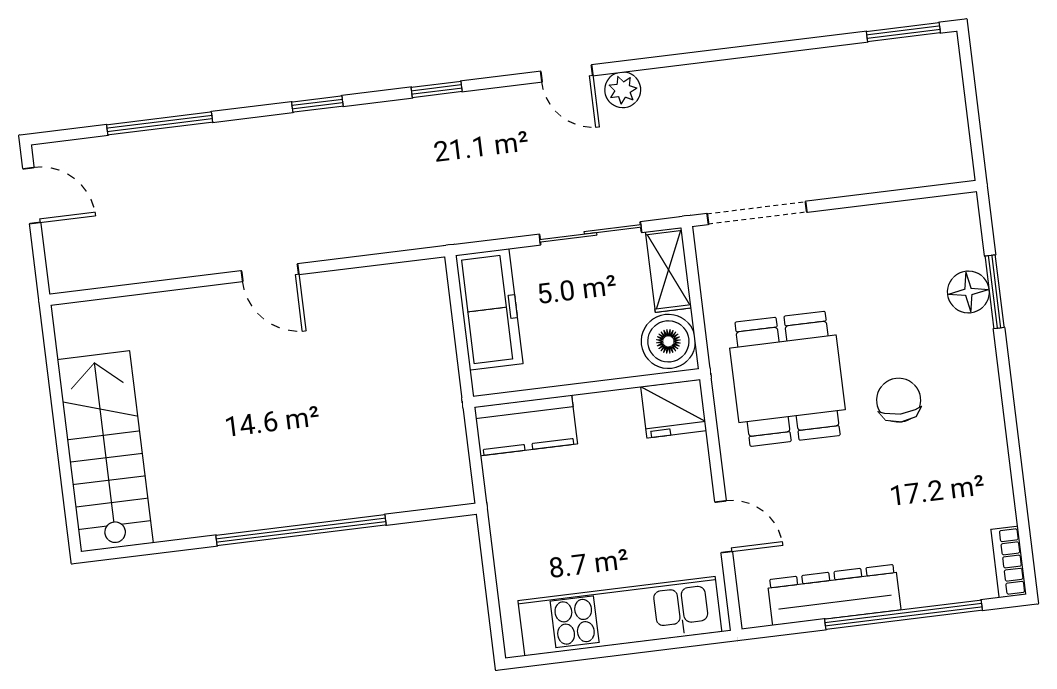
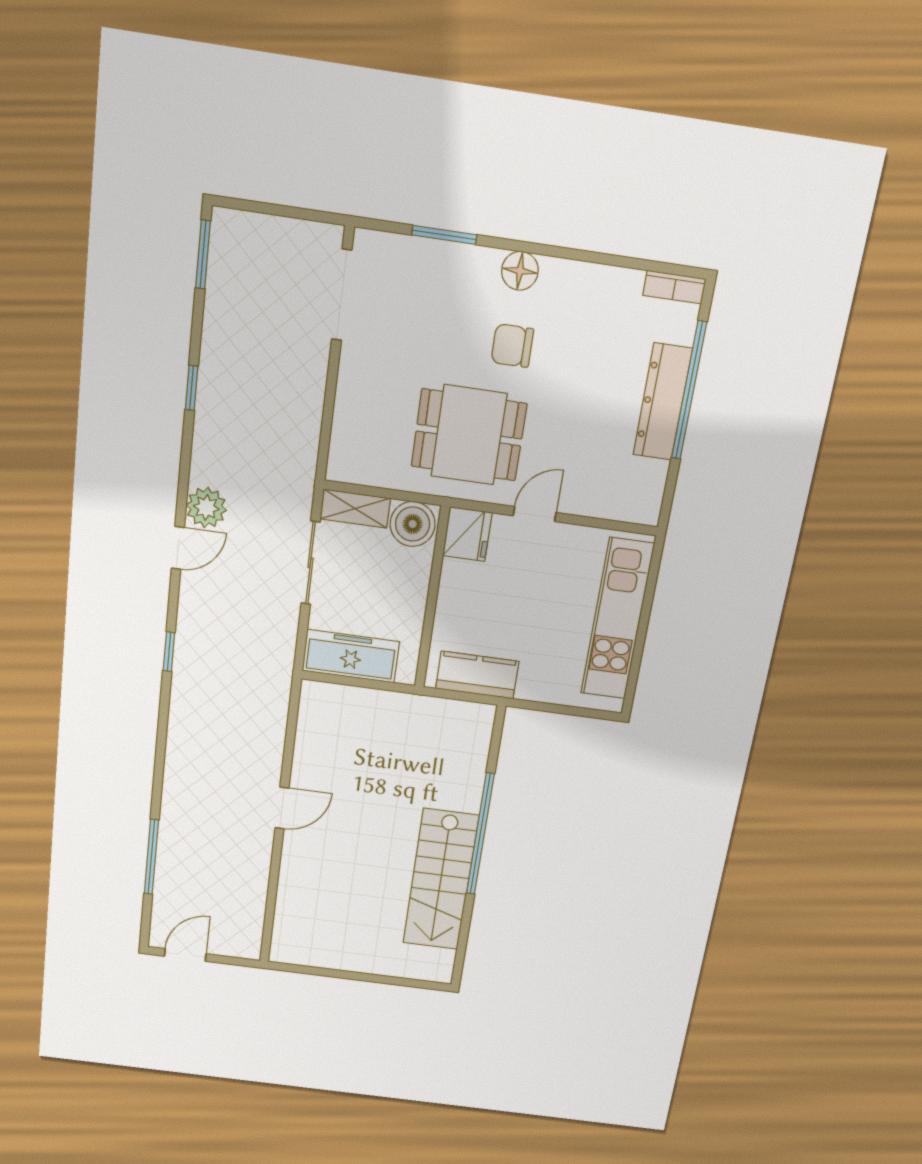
plant: (623, 90) -> (206, 508), width x1.38, depth x1.38
window: (317, 104) -> (192, 388), moved
doorway: (757, 213) -> (342, 295), moved
floor lamp: (968, 292) -> (520, 271), moved
kitchen counter: (526, 425) -> (477, 675), moved, turned -90
stairs: (105, 451) -> (441, 880), moved, turned -90
door: (724, 527) -> (535, 514), moved
dresser: (834, 595) -> (663, 402), moved

